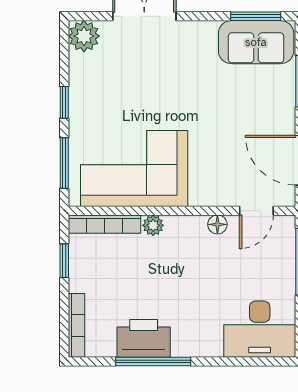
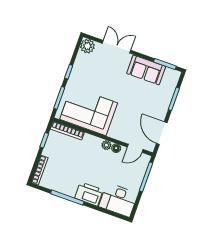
sofa: (256, 42) -> (146, 70), moved
plant: (153, 225) -> (106, 145), moved
printer: (144, 338) -> (89, 194), moved

